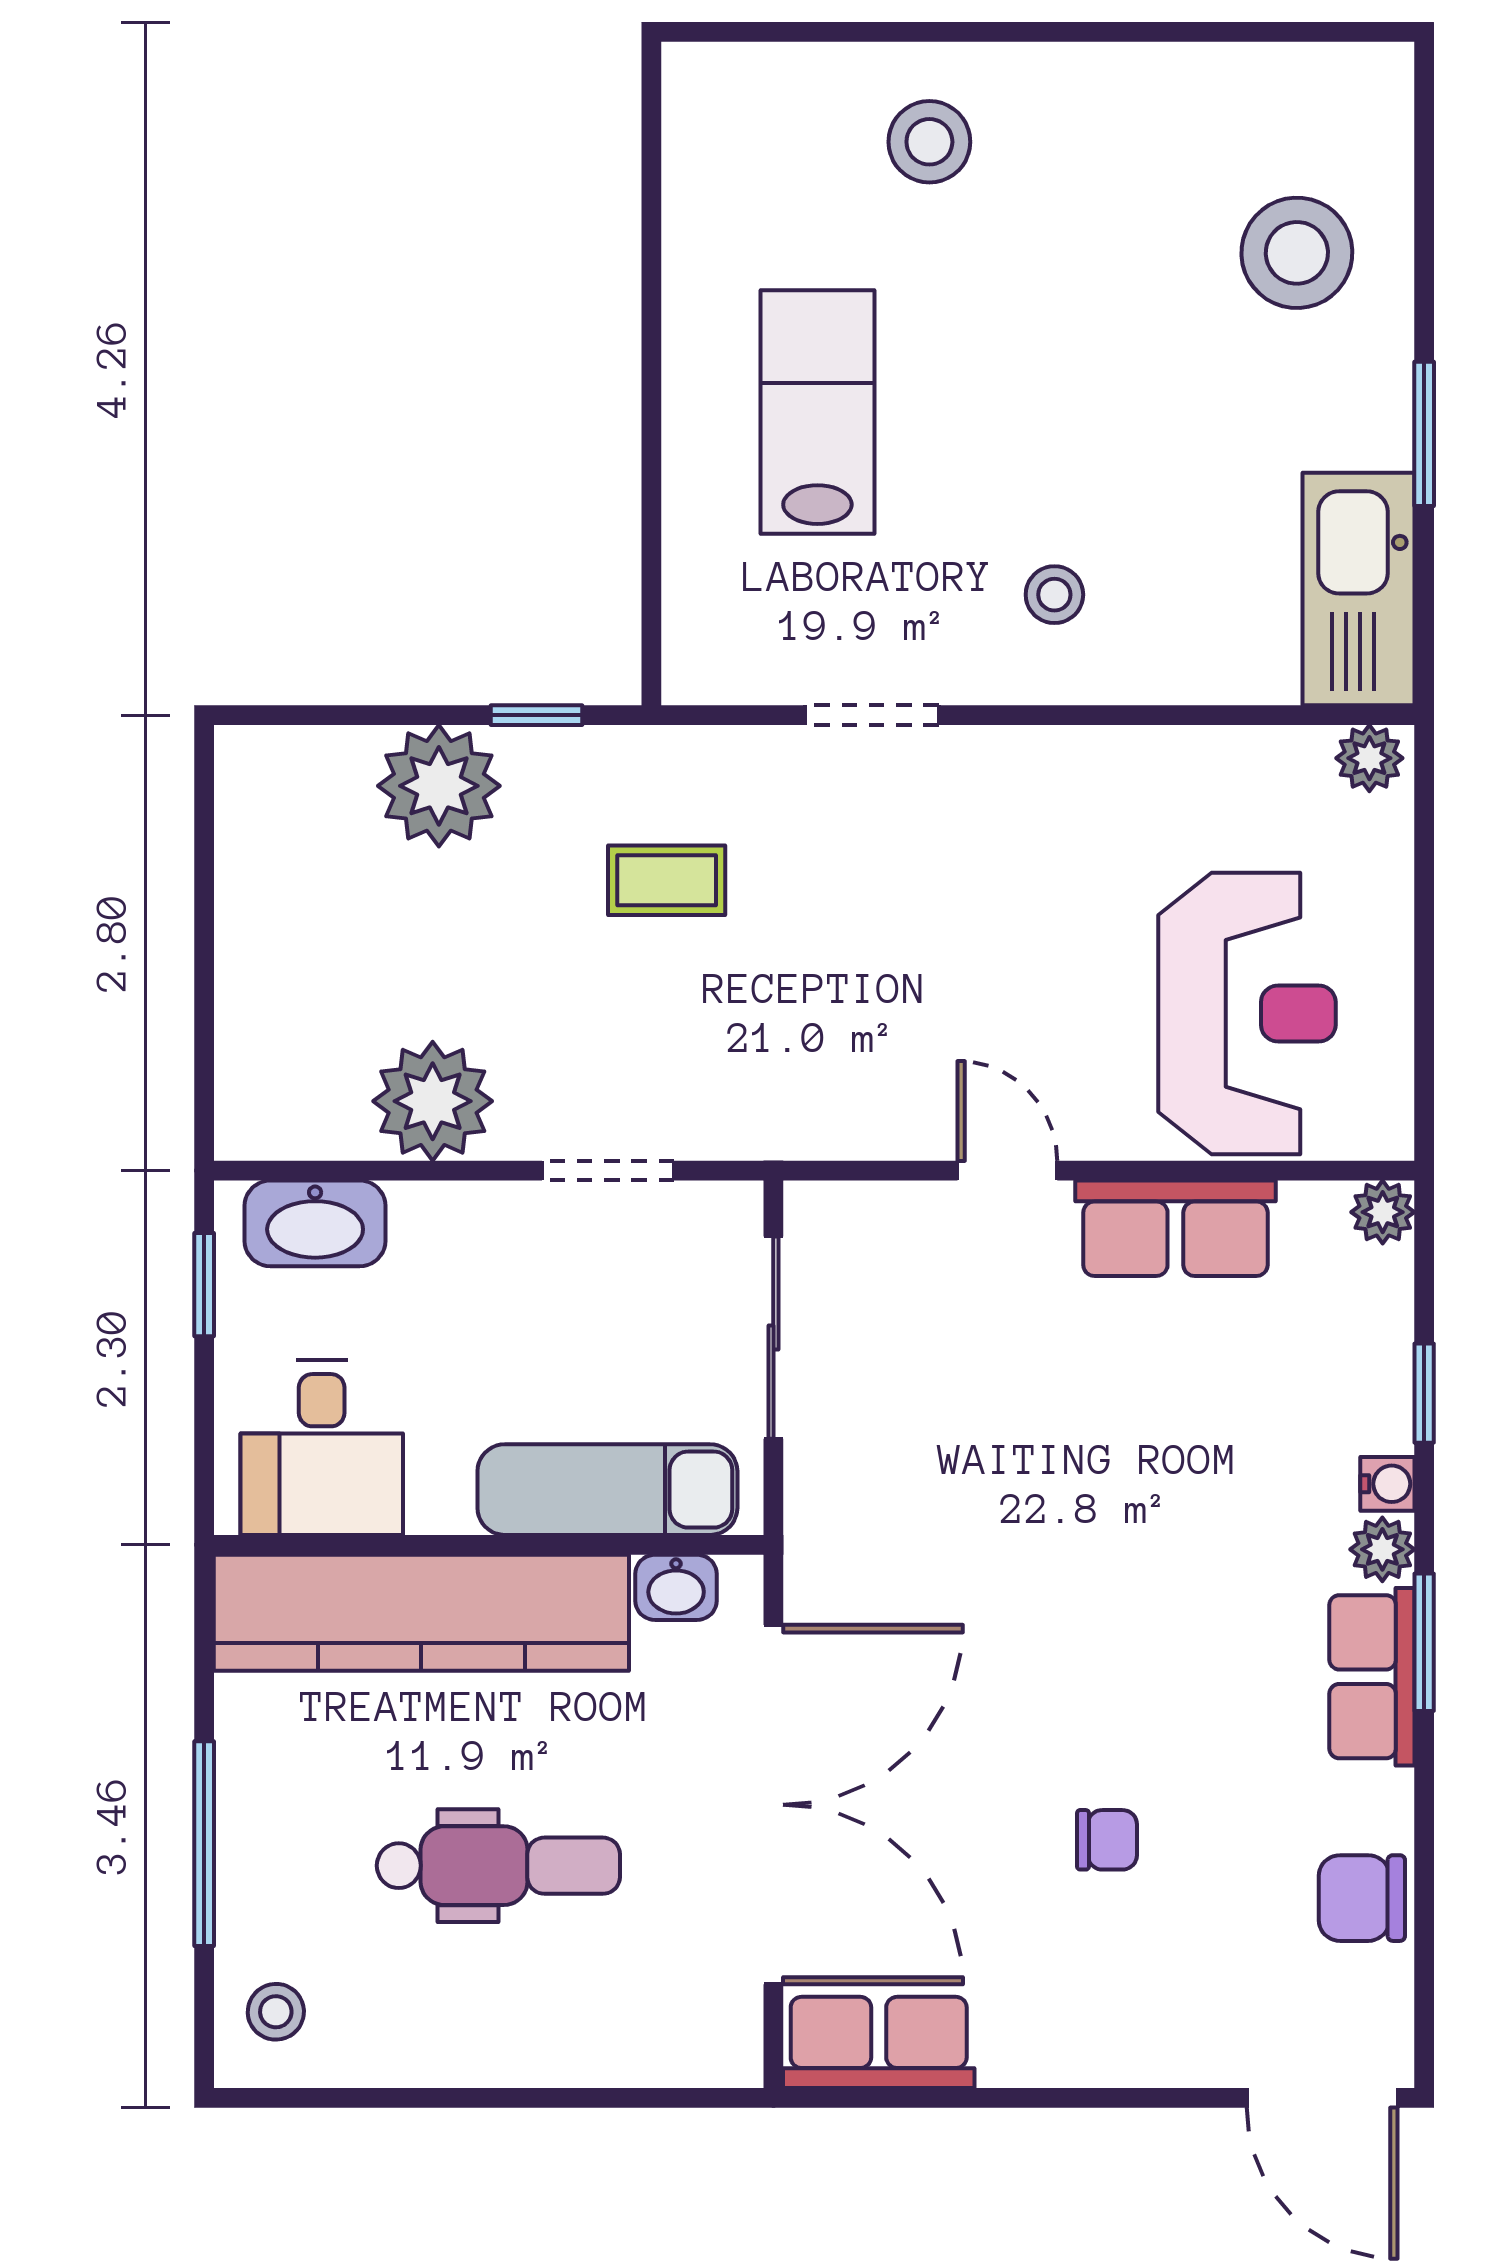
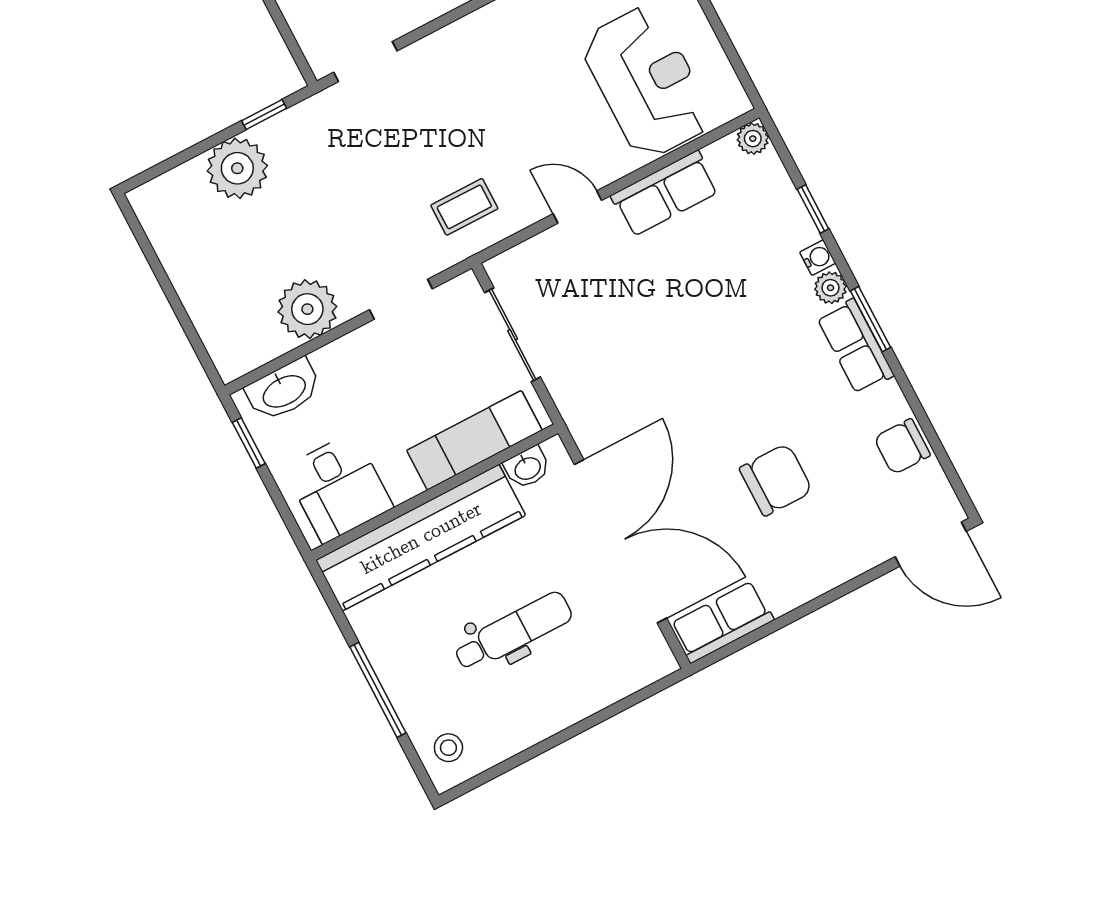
doorway: (872, 715) -> (365, 62), moved
coffee table: (667, 880) -> (464, 207), moved
chair: (1107, 1840) -> (776, 480), width x1.87, depth x1.87

